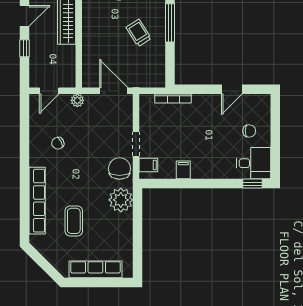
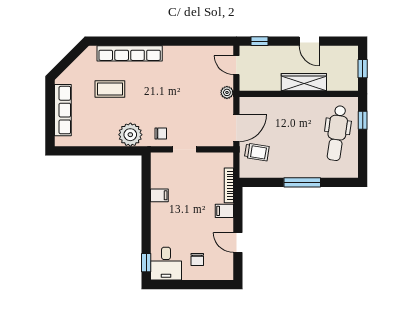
trolley: (139, 33) -> (257, 152), moved, turned 41
window: (25, 48) -> (260, 41), moved
chair: (58, 143) -> (185, 73), removed
filing cabinet: (148, 165) -> (224, 211), moved, turned 90
chair: (120, 169) -> (161, 133), width x0.54, depth x0.54

